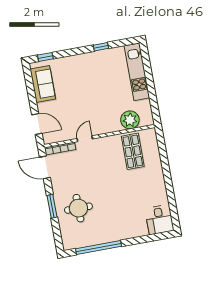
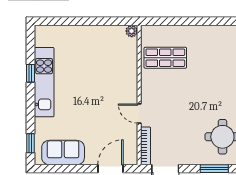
kitchen unit: (137, 72) -> (44, 82), moved, turned -90
plant: (130, 120) -> (132, 31), moved, width x0.53, depth x0.53

